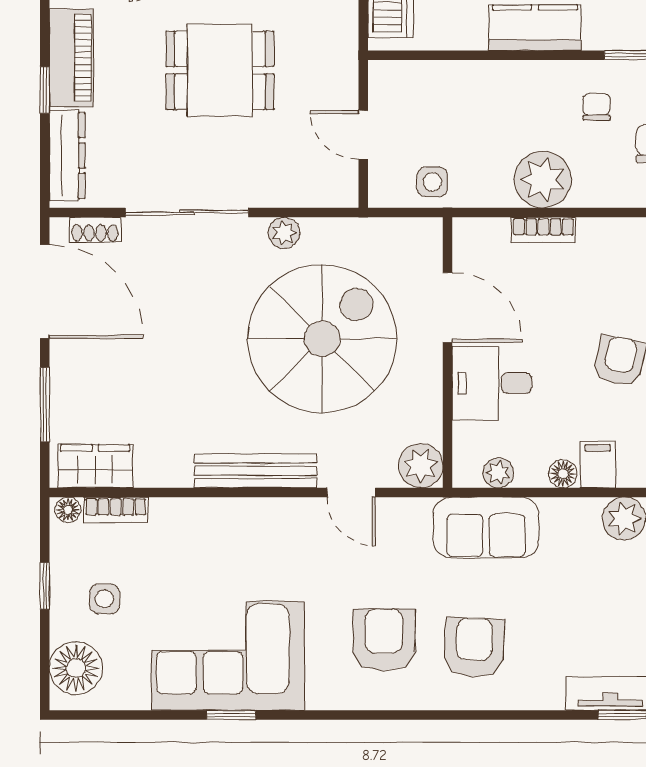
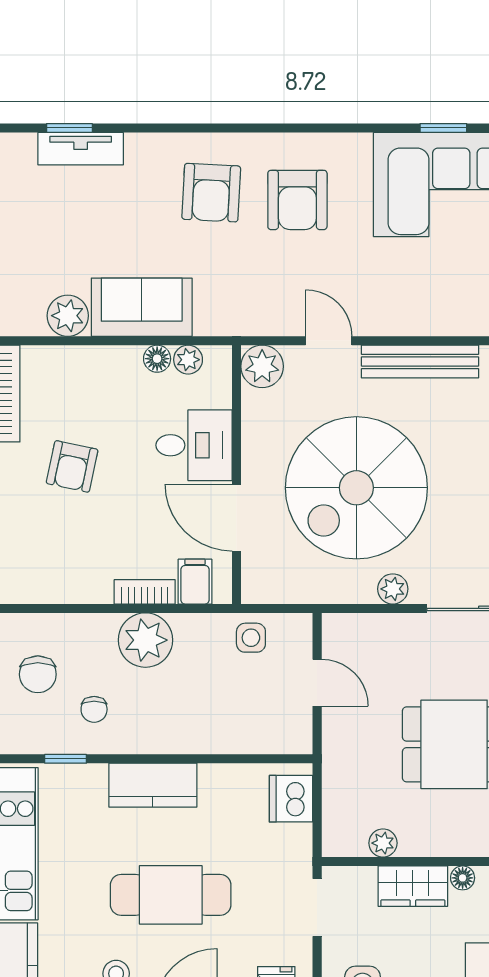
filing cabinet: (598, 464) -> (195, 582), moved, turned 180
floor lamp: (563, 474) -> (157, 359), moved
sofa: (486, 528) -> (142, 307), moved

